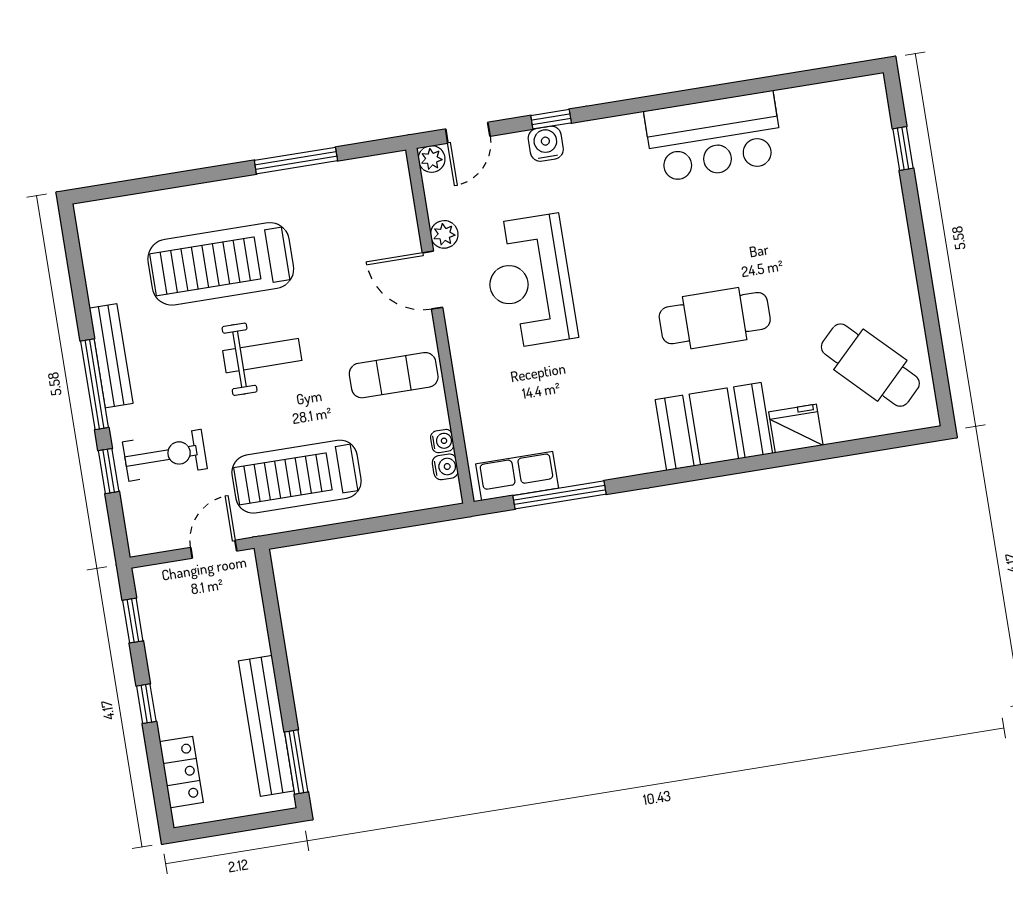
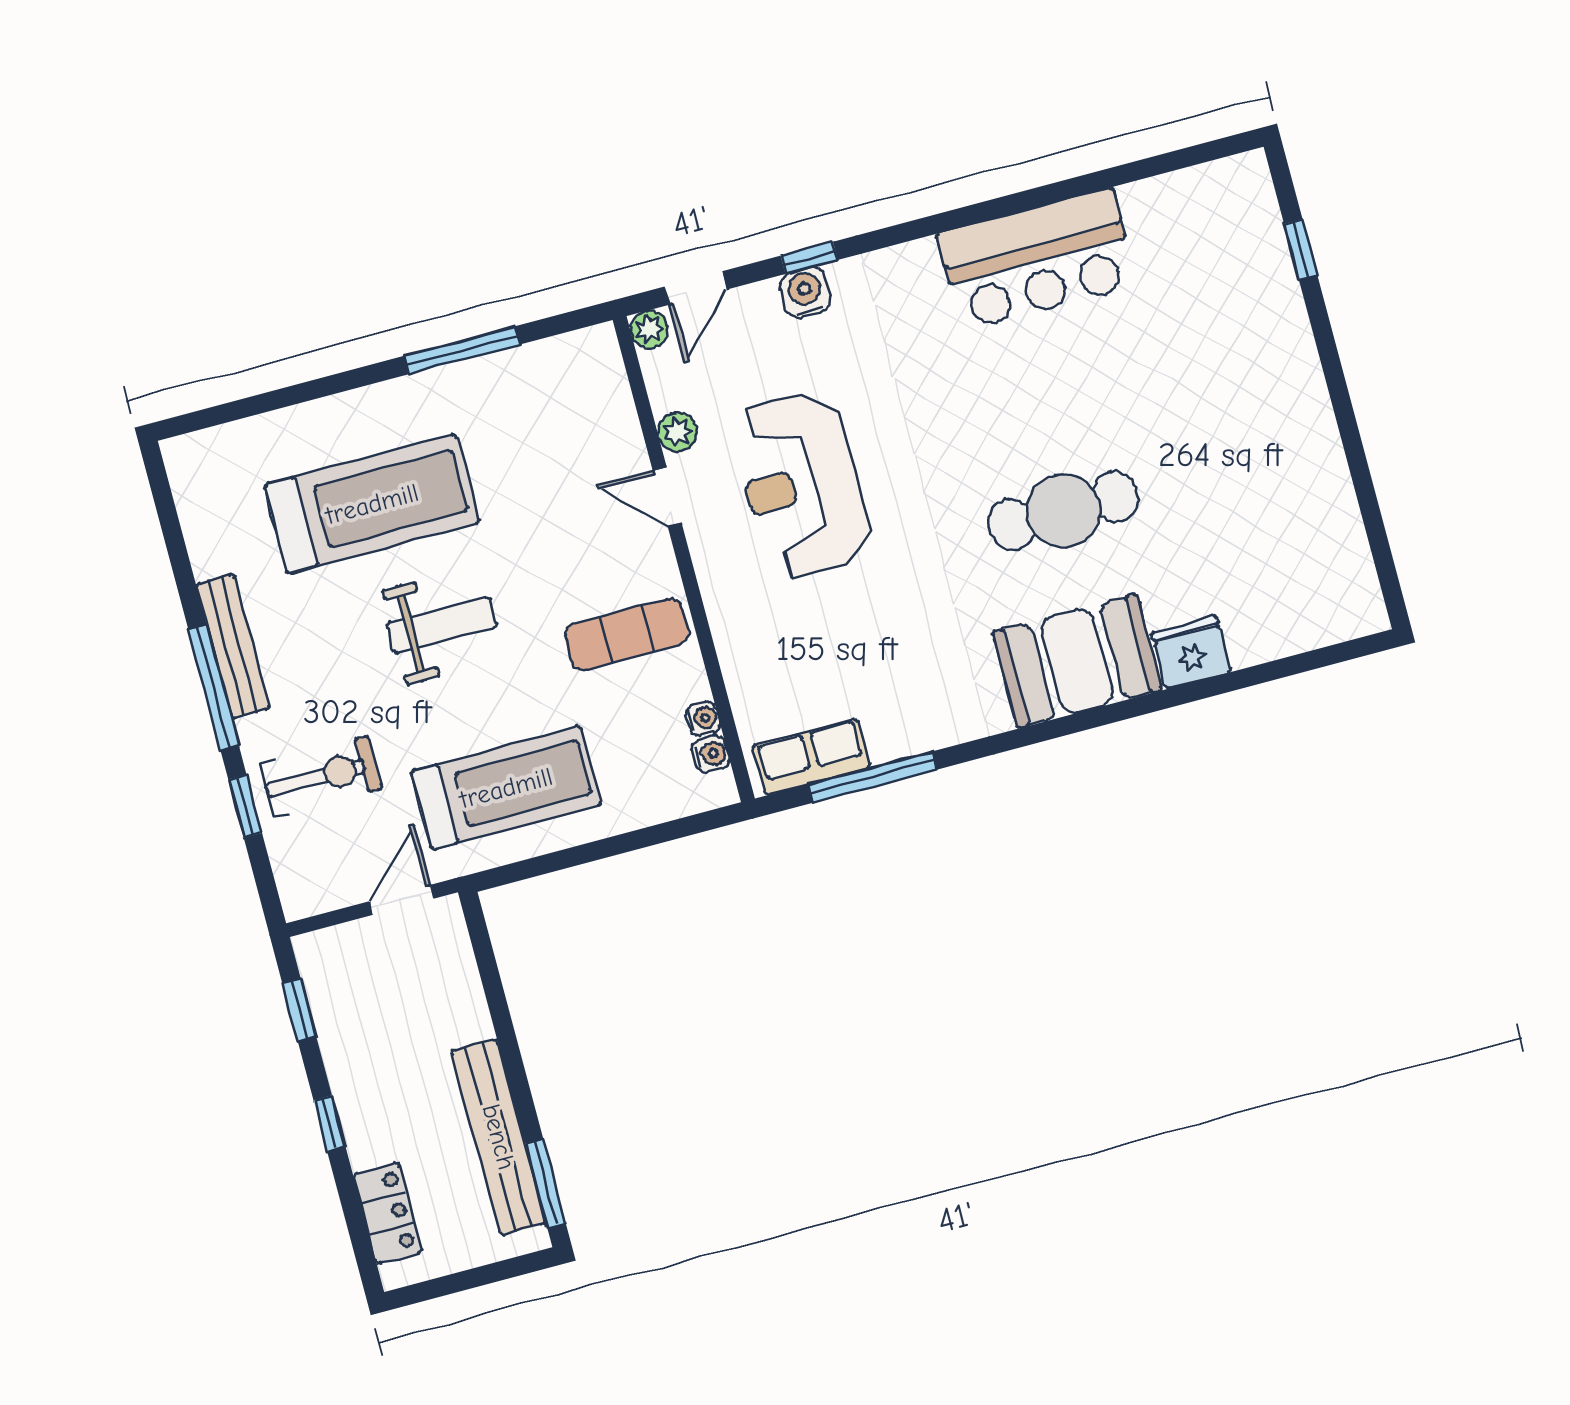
treadmill: (221, 264) -> (372, 504), turned 180
door: (432, 280) -> (667, 497), width x0.73
cafe table: (870, 365) -> (1285, 554), removed
treadmill: (297, 477) -> (506, 788), turned 180

